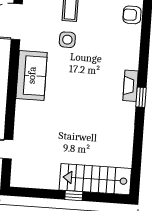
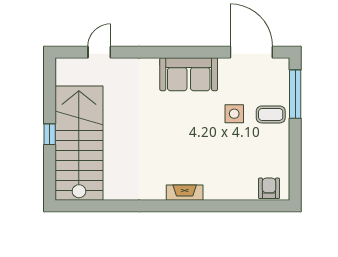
window: (141, 97) -> (172, 206), removed
stairs: (95, 179) -> (79, 143), width x1.36, depth x1.51

